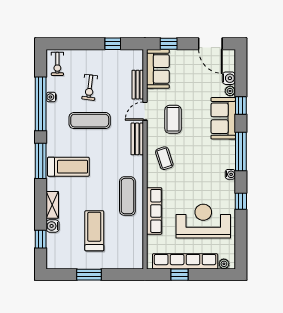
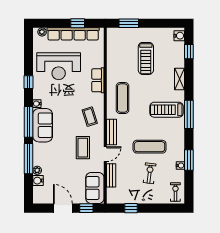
door: (210, 44) -> (63, 208), moved
window: (41, 104) -> (189, 160), width x0.47
window: (241, 106) -> (28, 159), width x2.17
sofa: (223, 118) -> (43, 125), moved
exercise mat: (127, 196) -> (123, 98), moved
row of seats: (154, 211) -> (98, 80), width x0.68
water cooler: (53, 226) -> (179, 36), moved
window: (89, 275) -> (129, 23), moved

